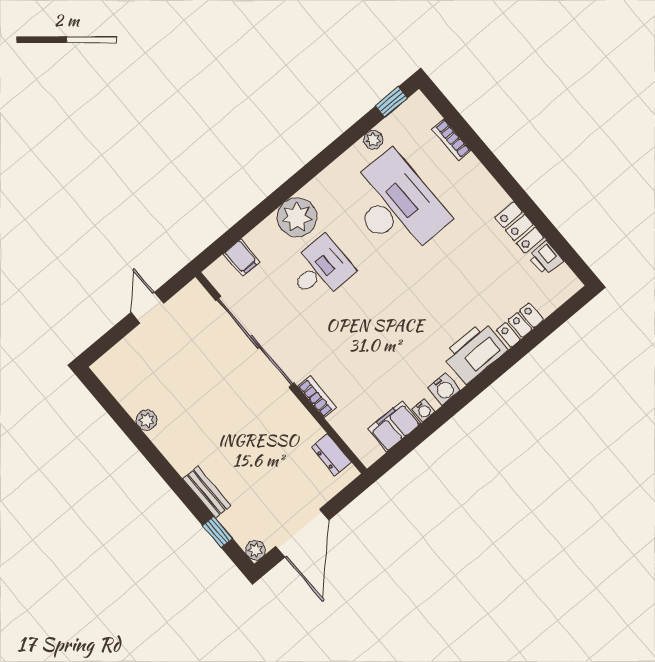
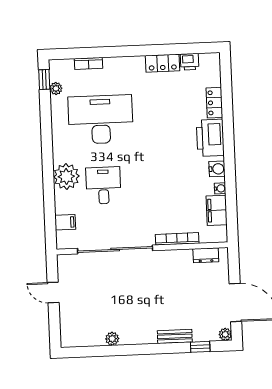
plant: (373, 140) -> (56, 88), moved
bookcase: (317, 397) -> (177, 239), width x1.56

